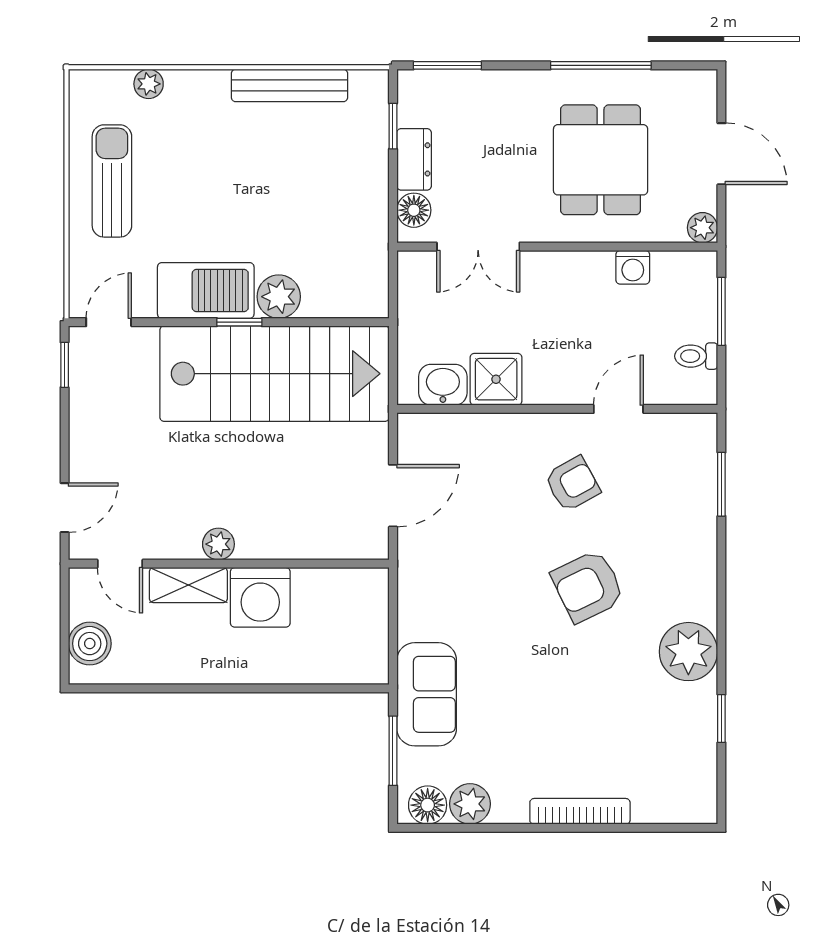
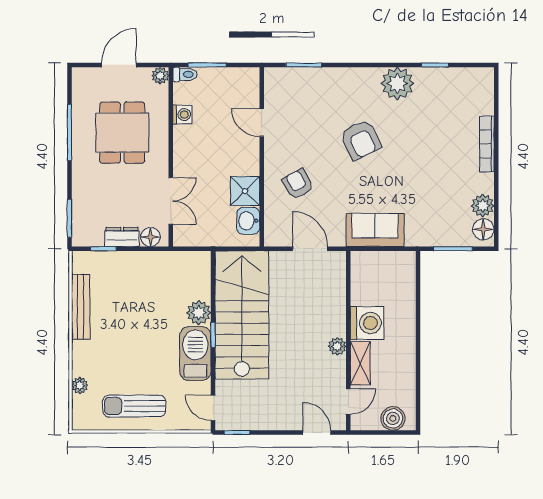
dining table: (601, 160) -> (122, 133), turned 90
toilet: (696, 356) -> (185, 74), moved, turned -90
armchair: (572, 484) -> (298, 184), moved
sofa: (427, 694) -> (375, 230), moved

